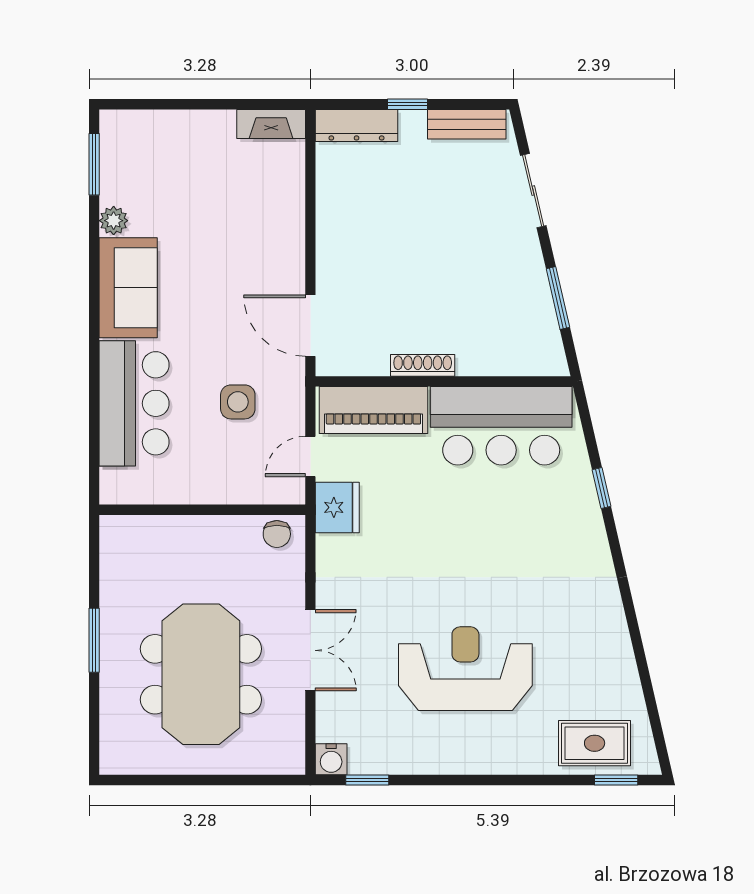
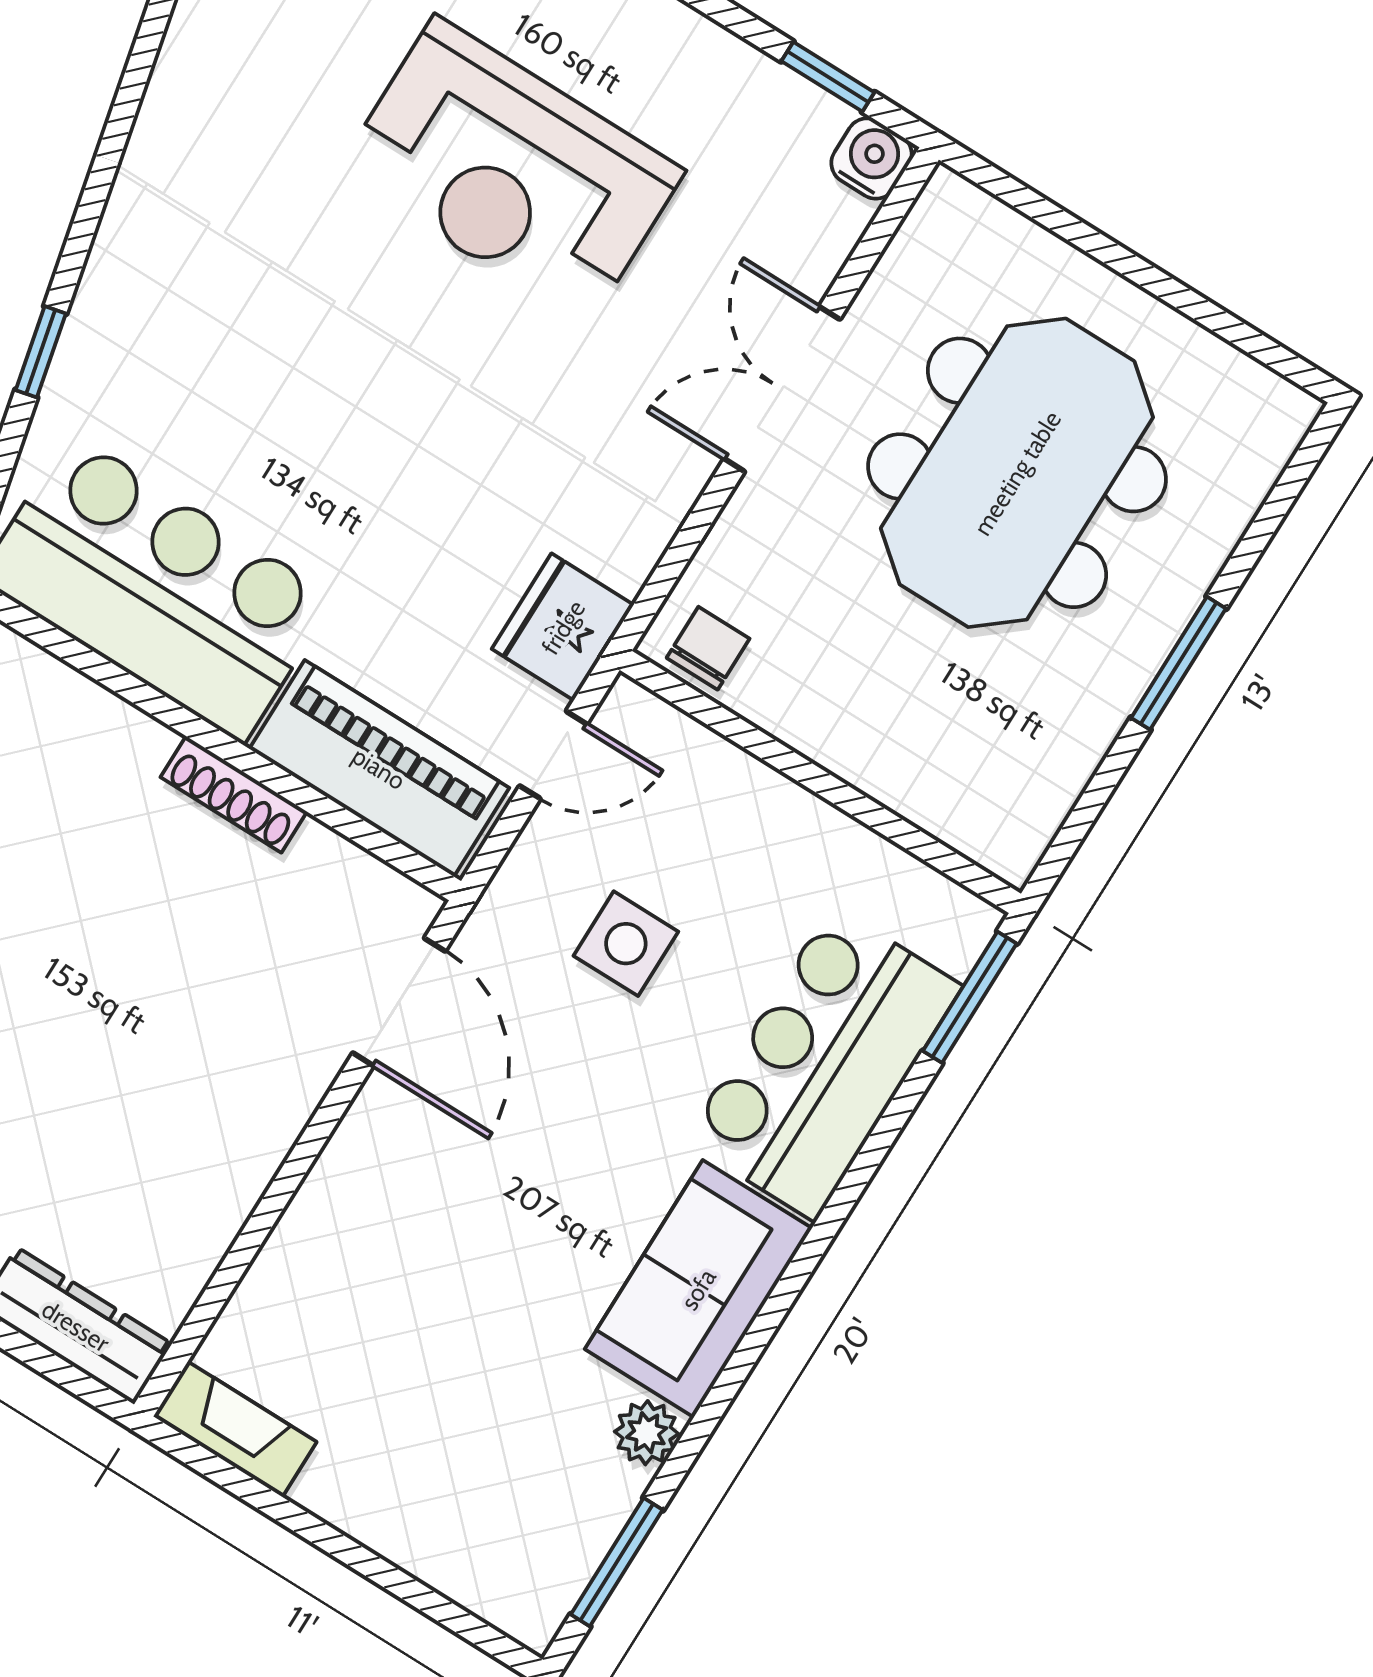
window: (94, 463) -> (970, 997), added

